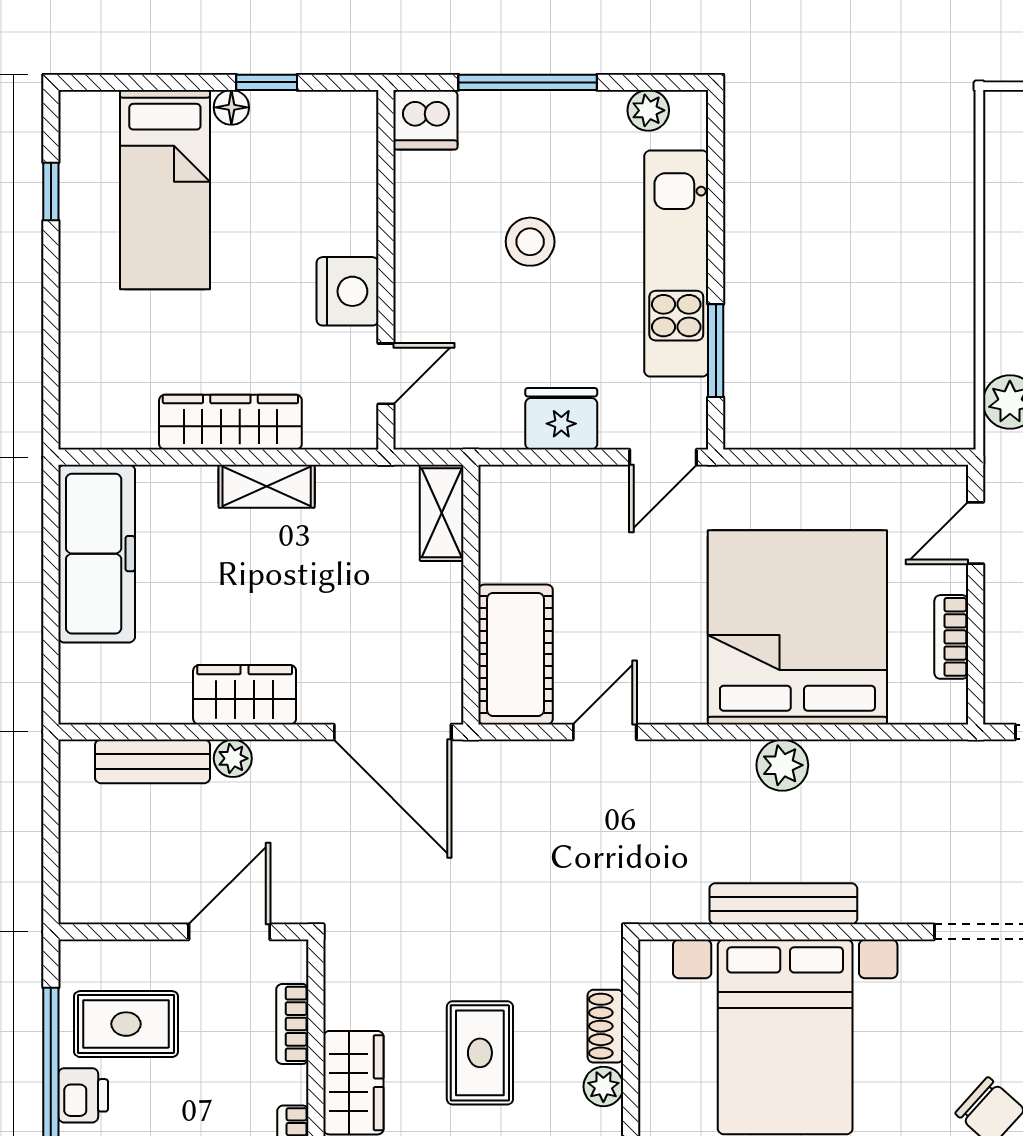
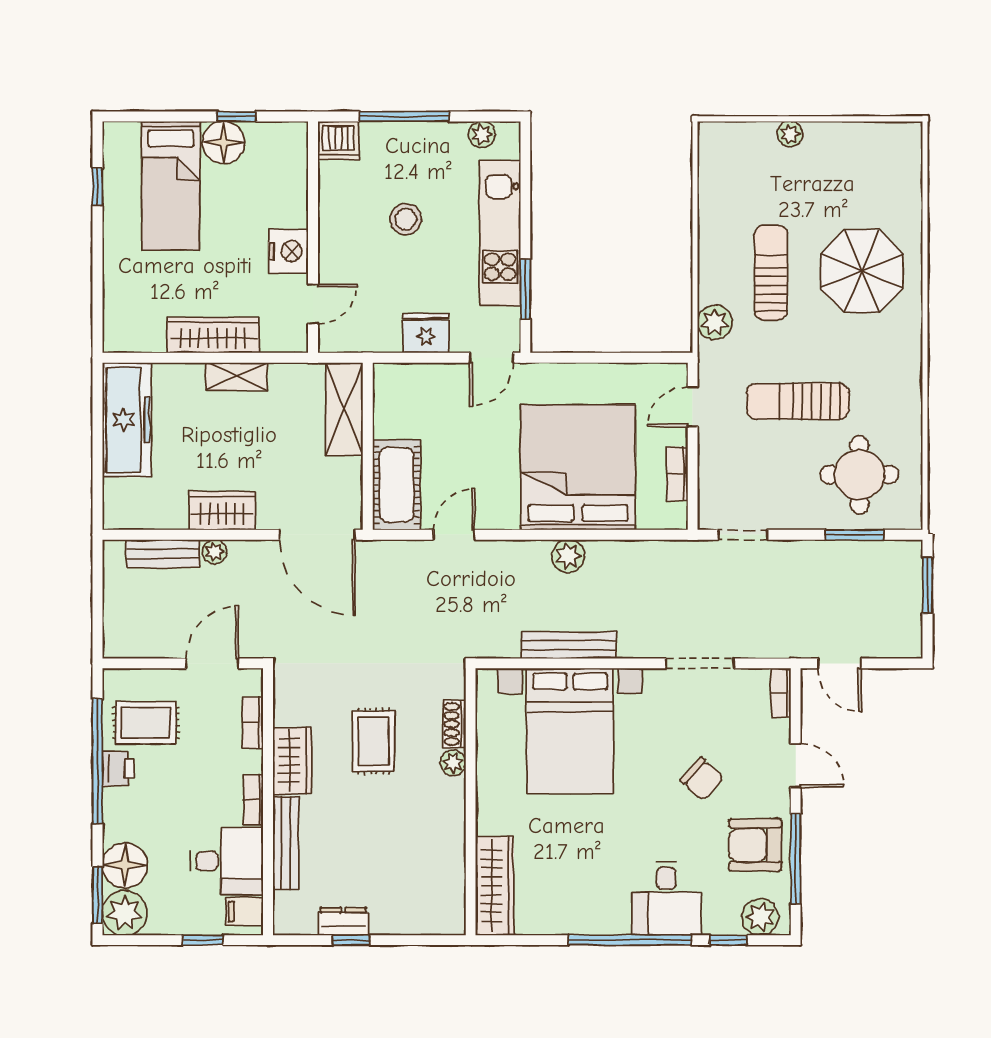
floor lamp: (231, 107) -> (224, 143), width x1.89, depth x1.89
shelving: (442, 513) -> (344, 409), width x1.50, depth x1.33

